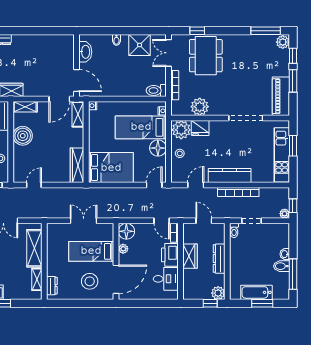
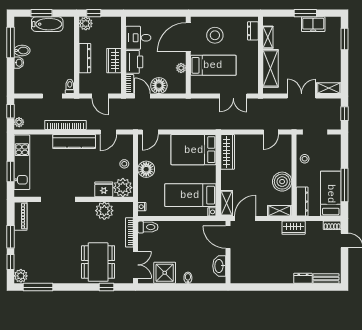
piano: (281, 96) -> (21, 216), width x0.73, depth x0.75
bed: (141, 127) -> (190, 195), moved, turned 180
plant: (285, 214) -> (19, 122), moved
double door: (84, 221) -> (233, 96), moved
floor lamp: (126, 231) -> (159, 86), moved

